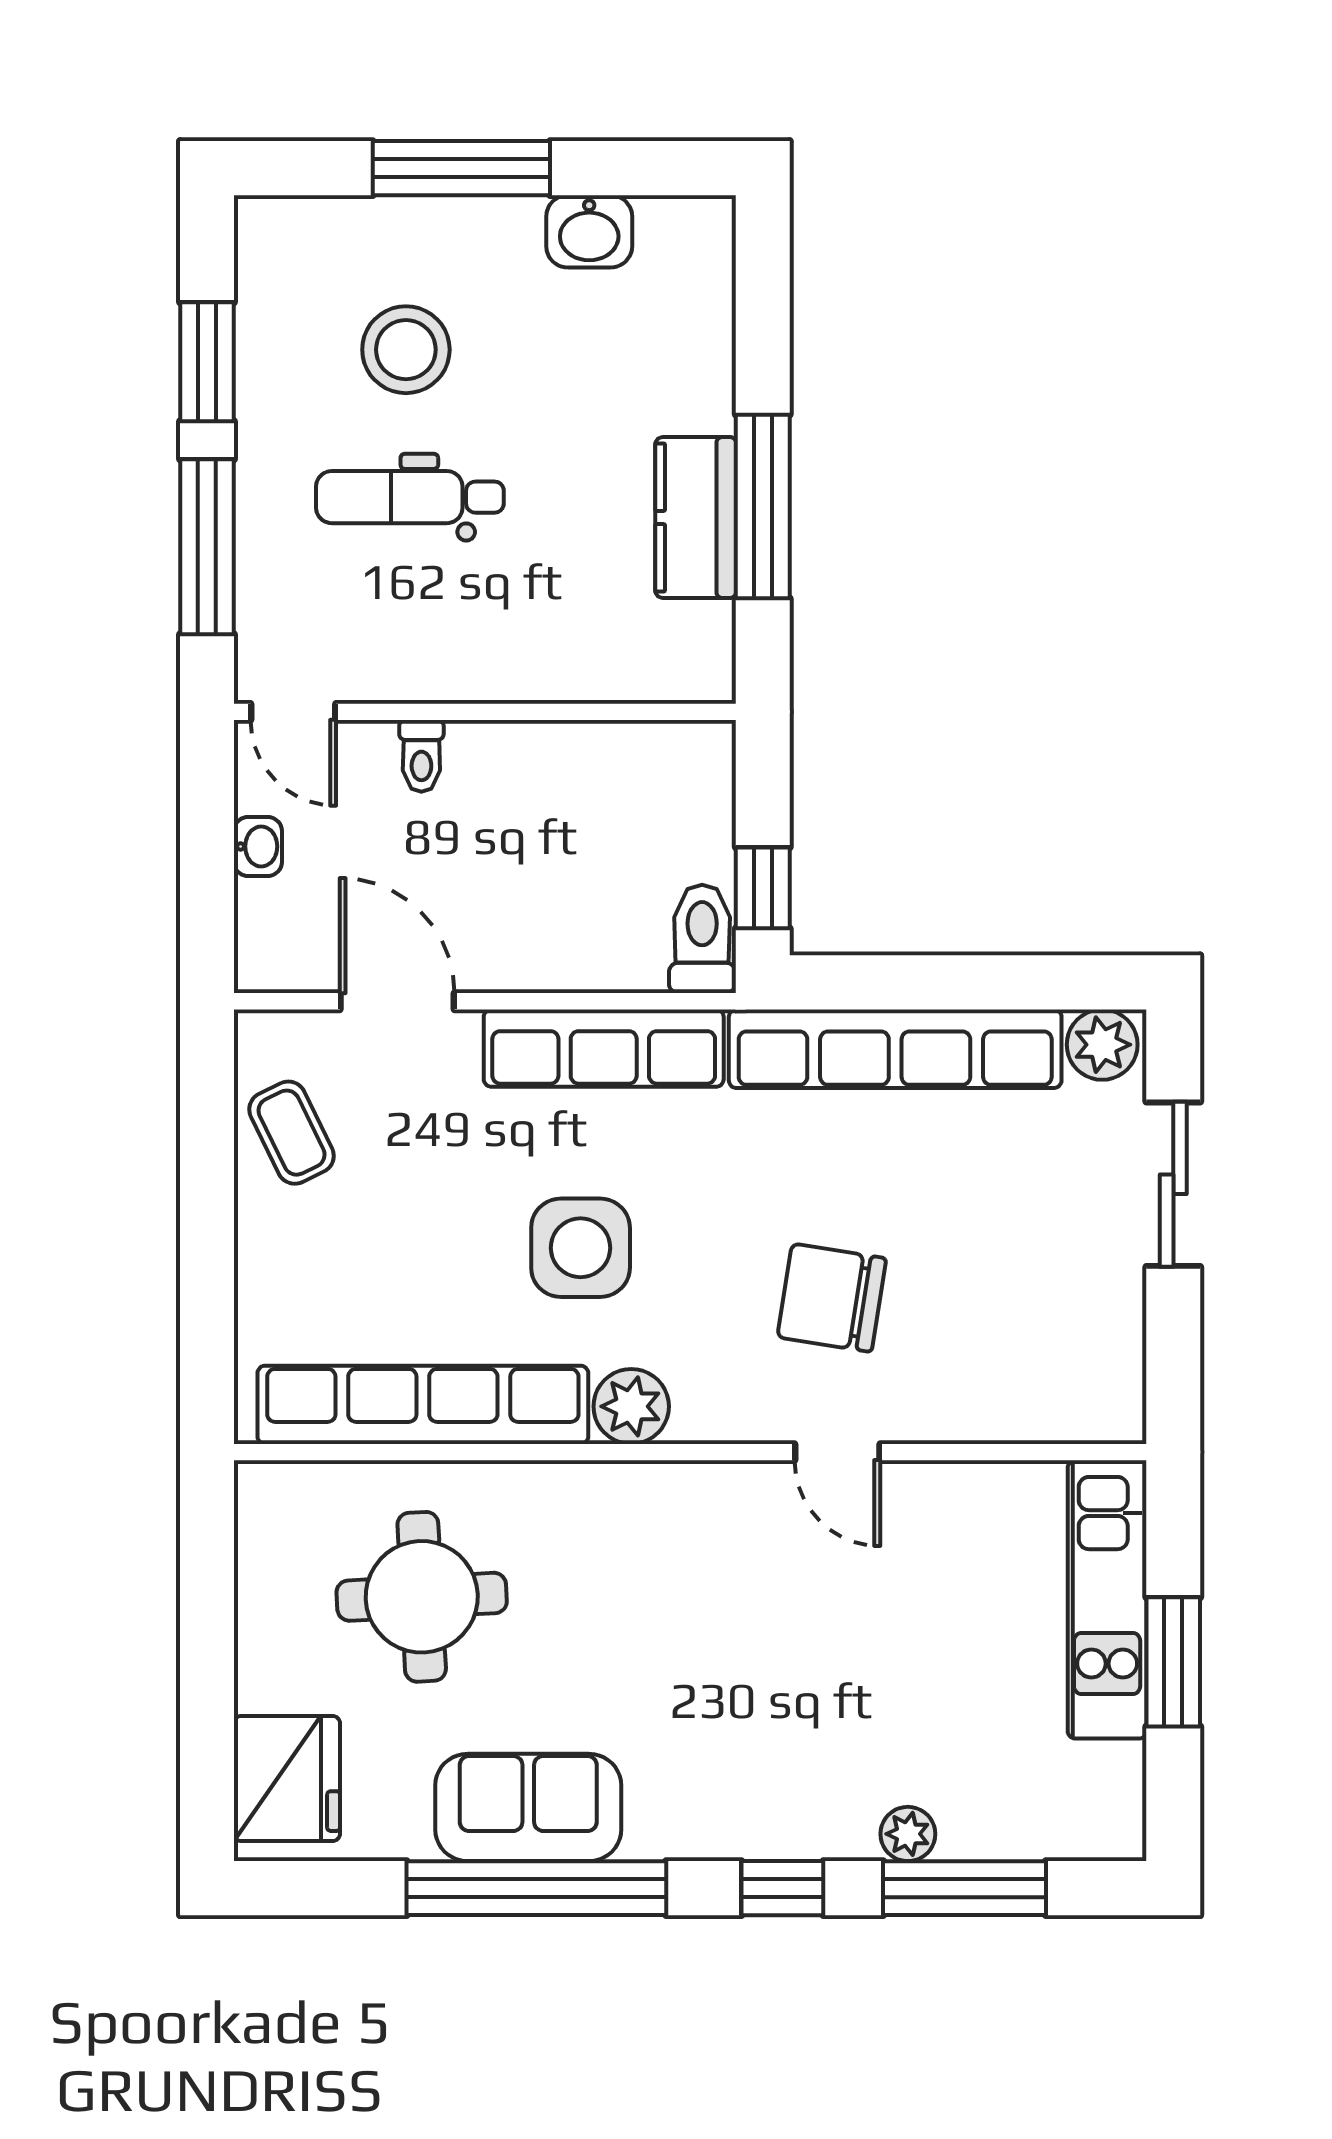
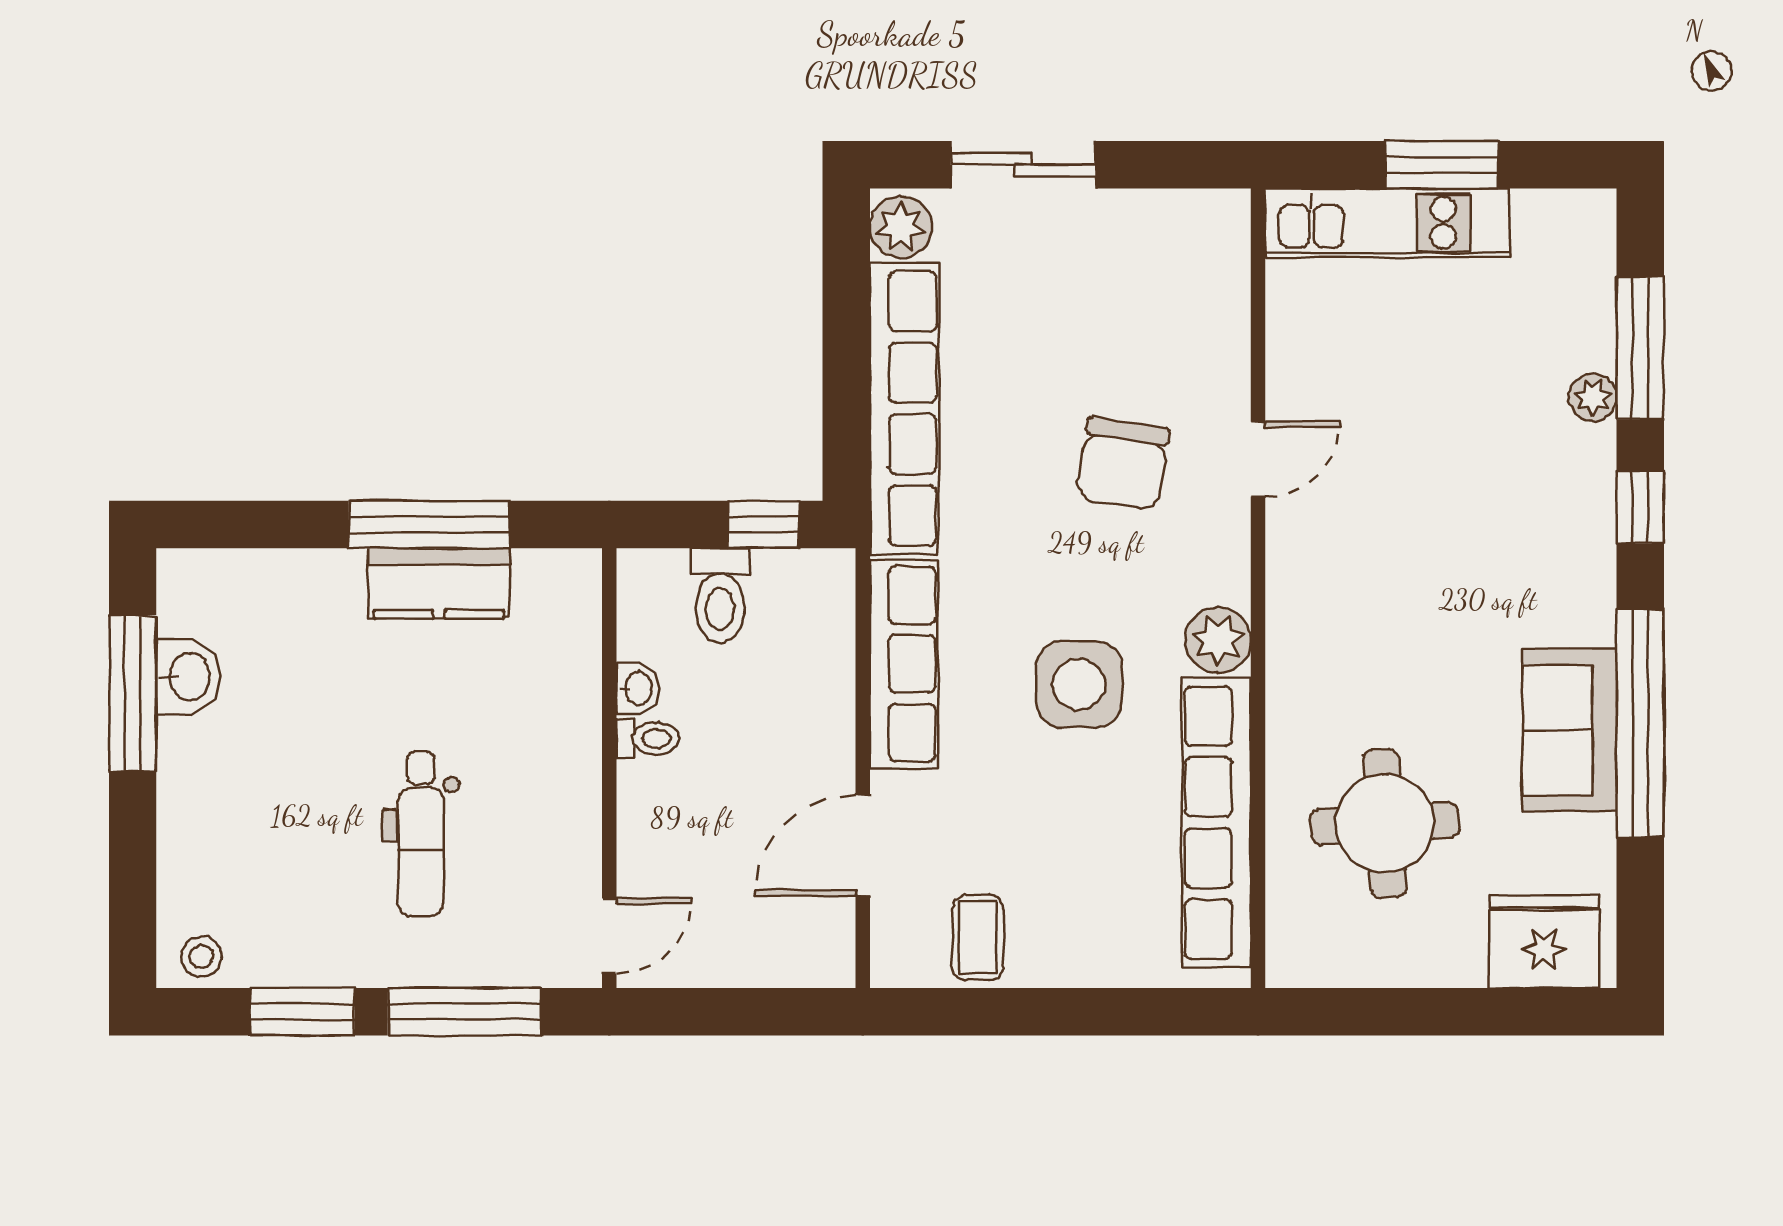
window: (461, 168) -> (133, 693), moved
stool: (406, 350) -> (201, 957), moved, width x0.53, depth x0.53
toilet: (421, 756) -> (648, 739), moved
washbasin: (258, 846) -> (637, 689), moved, turned 90
toilet: (702, 939) -> (720, 596), moved, turned -90
coffee table: (292, 1133) -> (978, 938), turned -64

